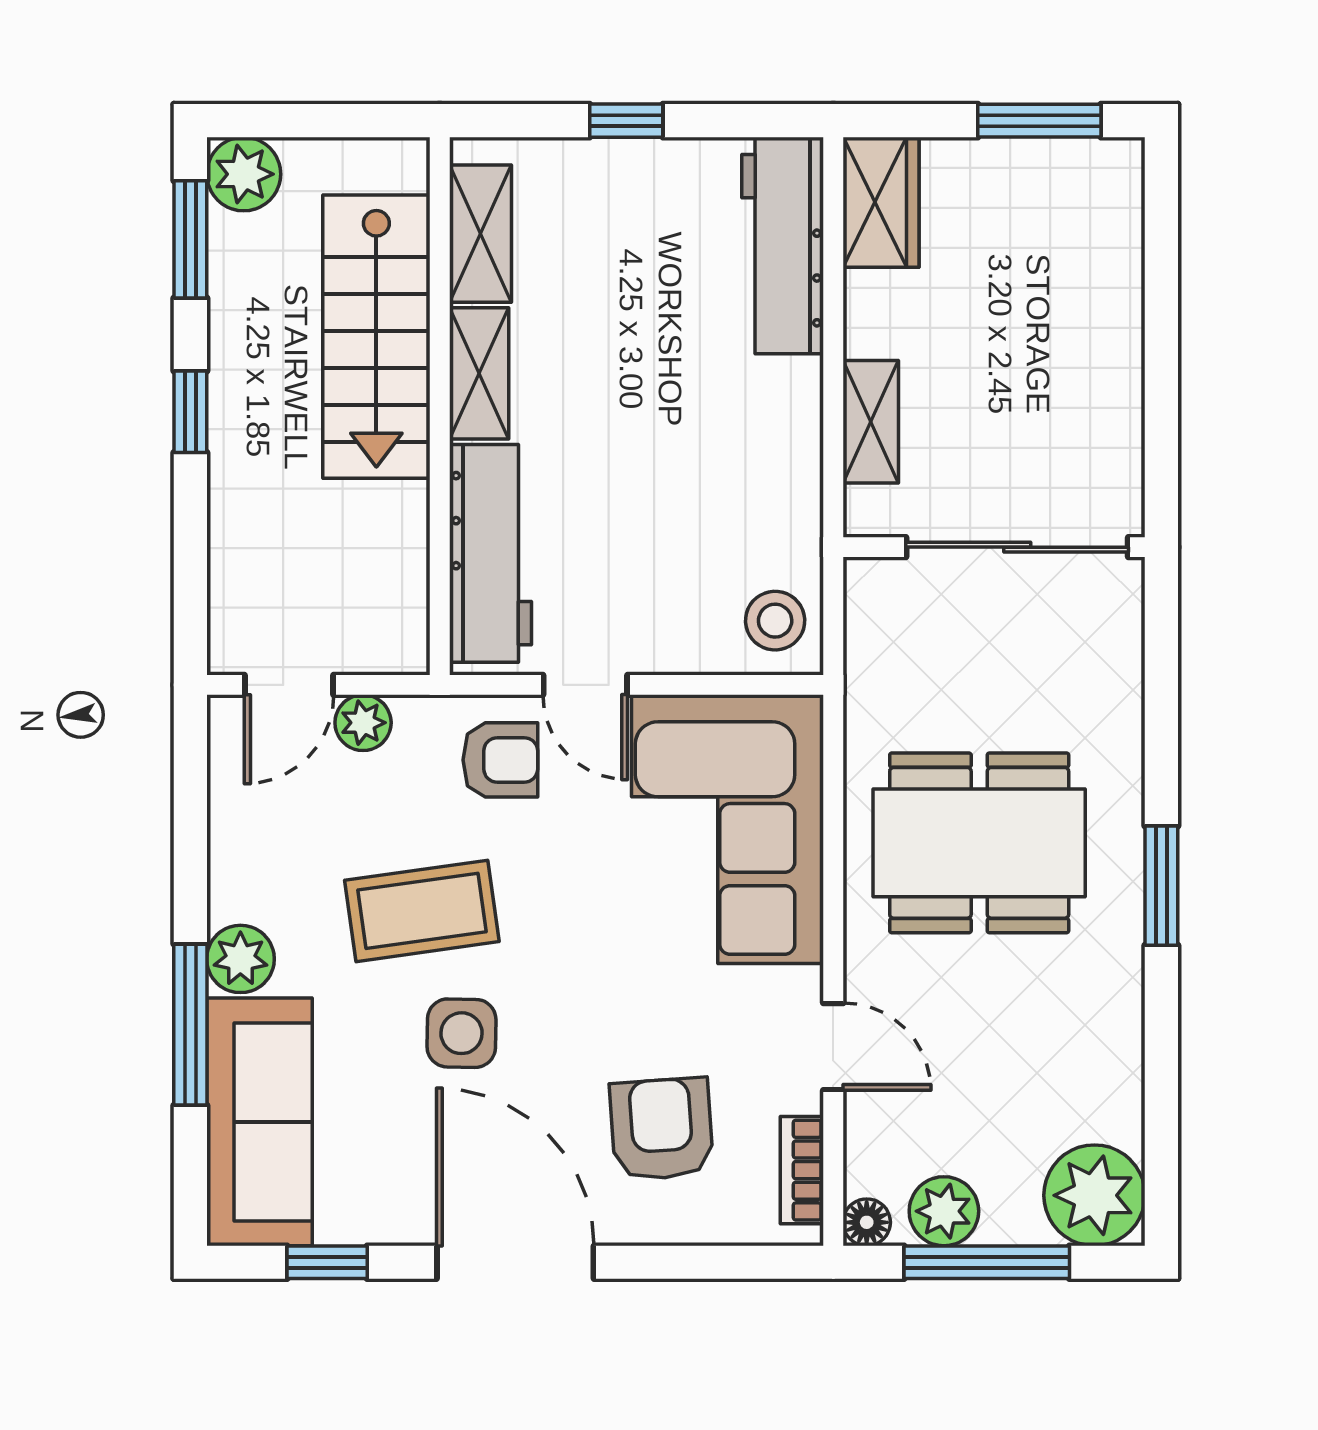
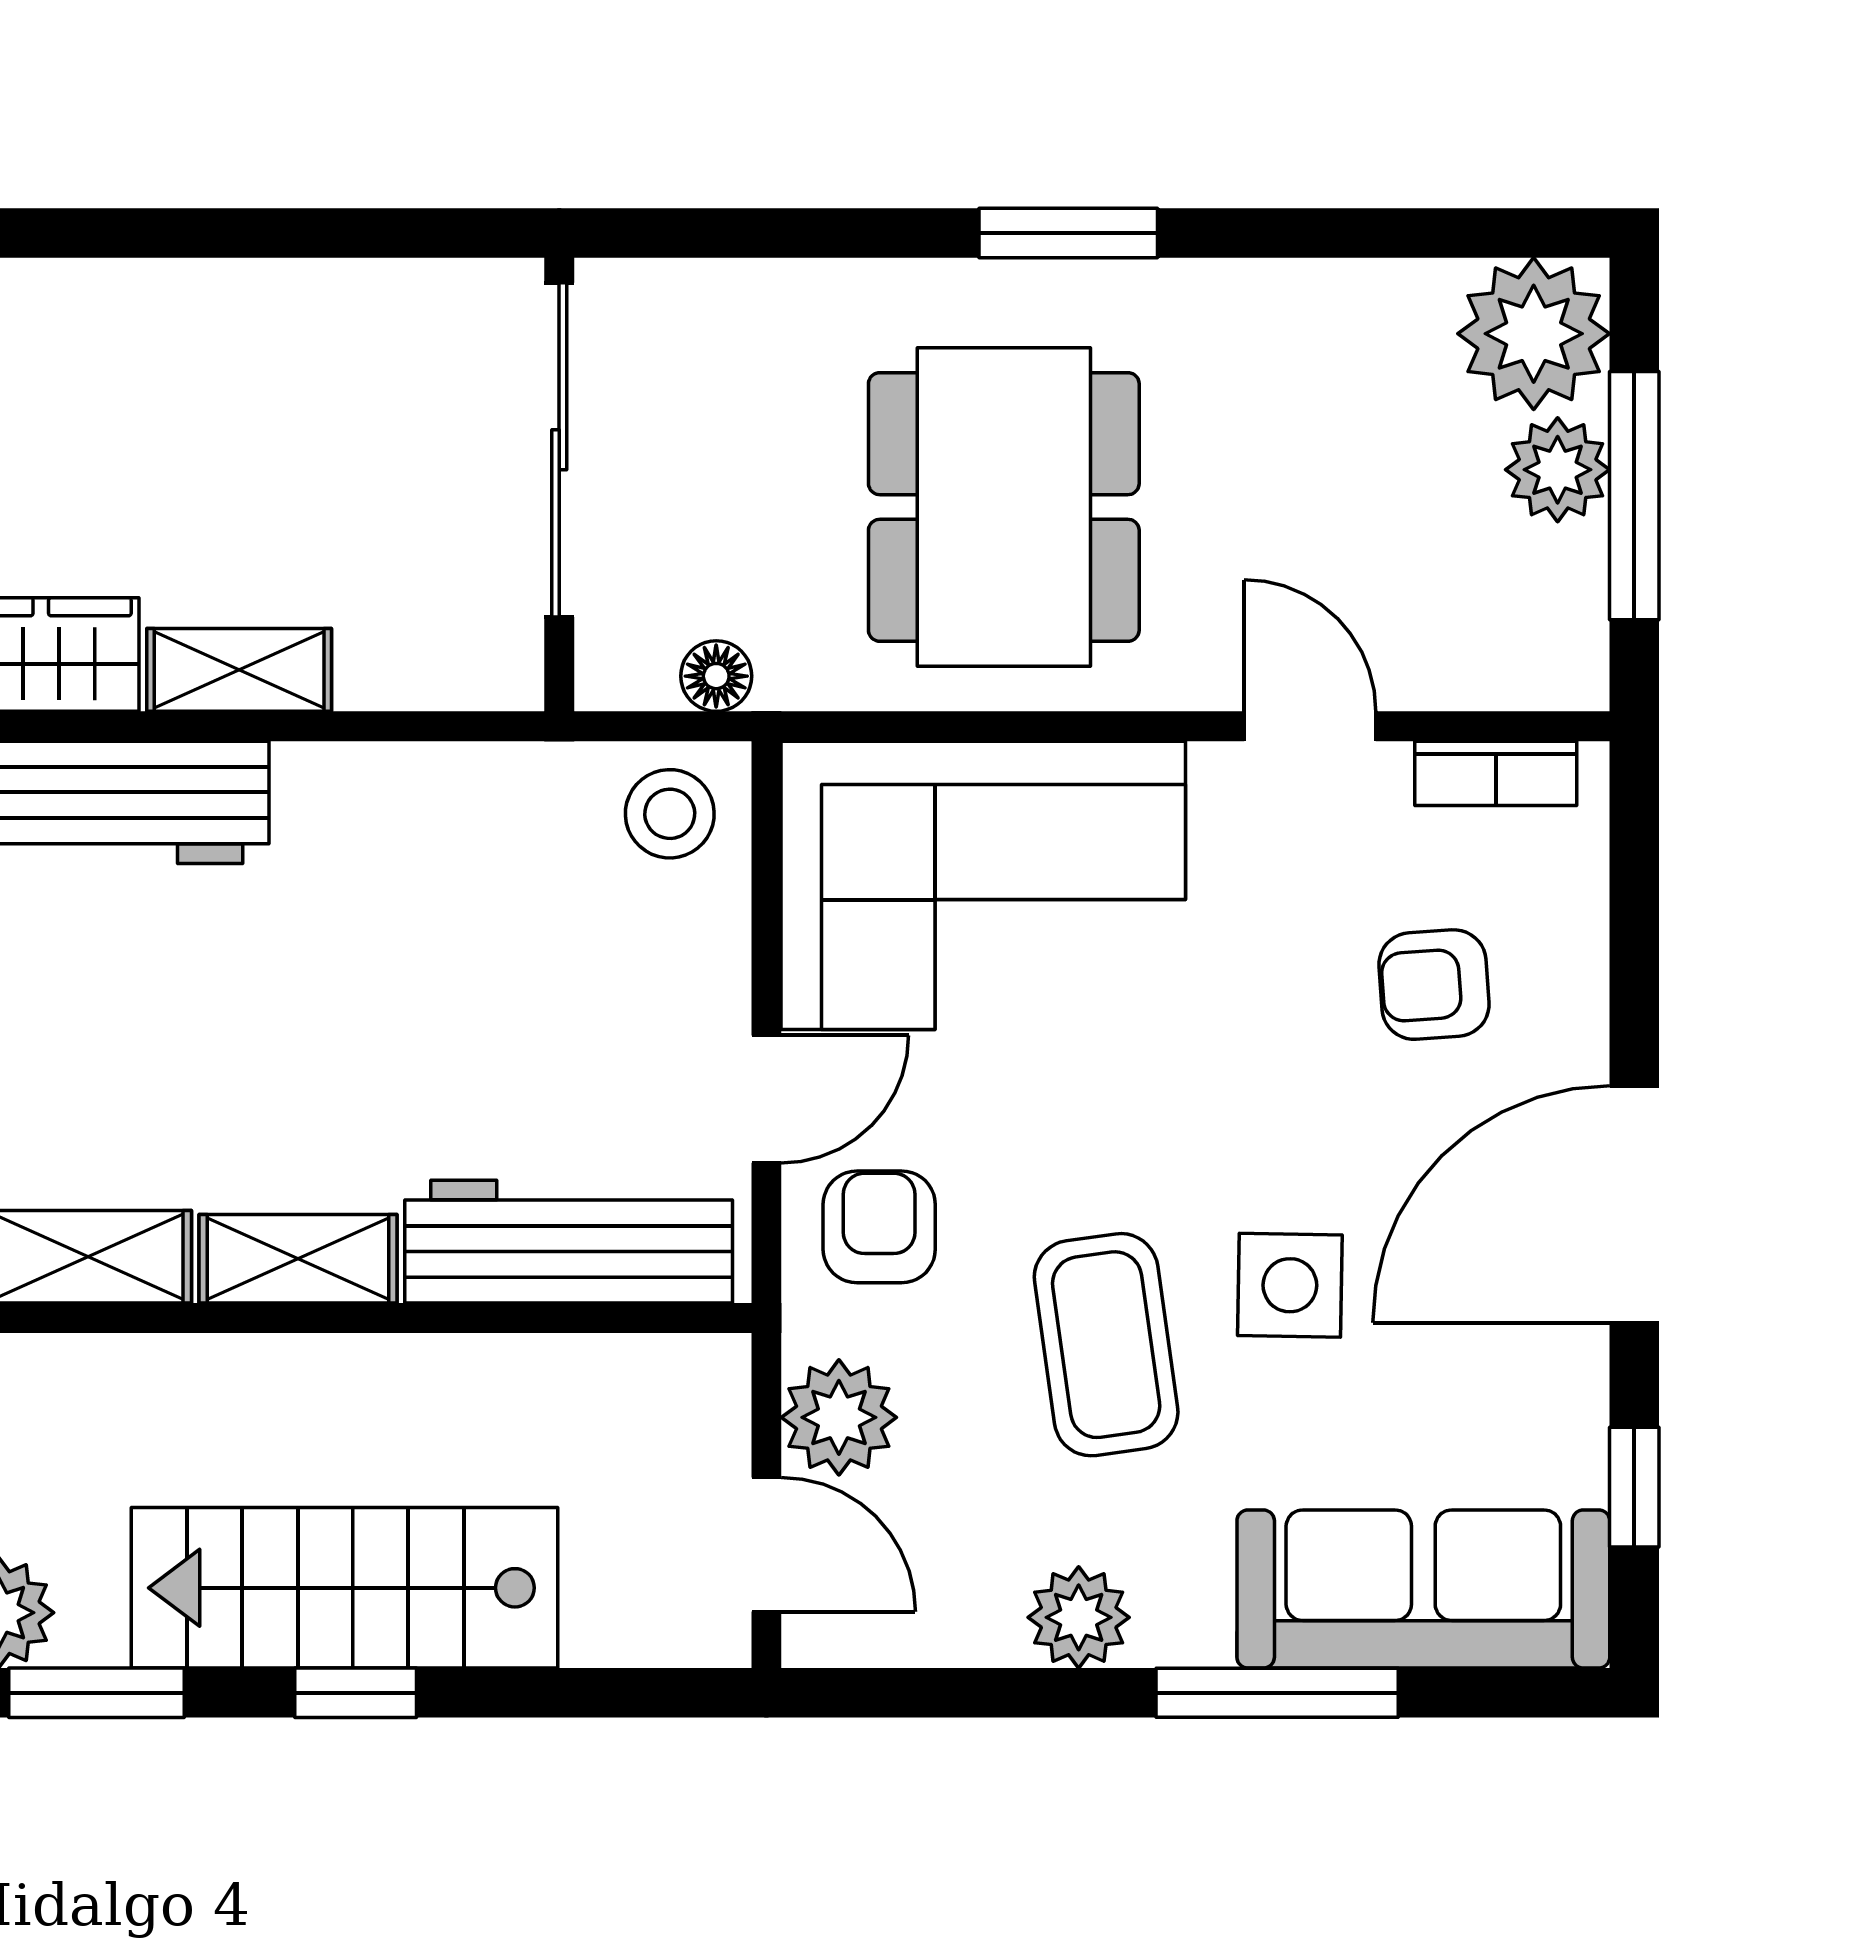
stairs: (376, 337) -> (344, 1588), moved, turned 180
shelving: (871, 422) -> (239, 670), moved
plant: (363, 723) -> (839, 1417), width x1.38, depth x1.38
plant: (240, 959) -> (1079, 1617), moved
door: (833, 1047) -> (1310, 726), hinge flipped
armchair: (661, 1129) -> (1434, 985), width x0.72, depth x0.72
plant: (944, 1211) -> (1558, 470), moved
floor lamp: (867, 1222) -> (716, 676), moved

